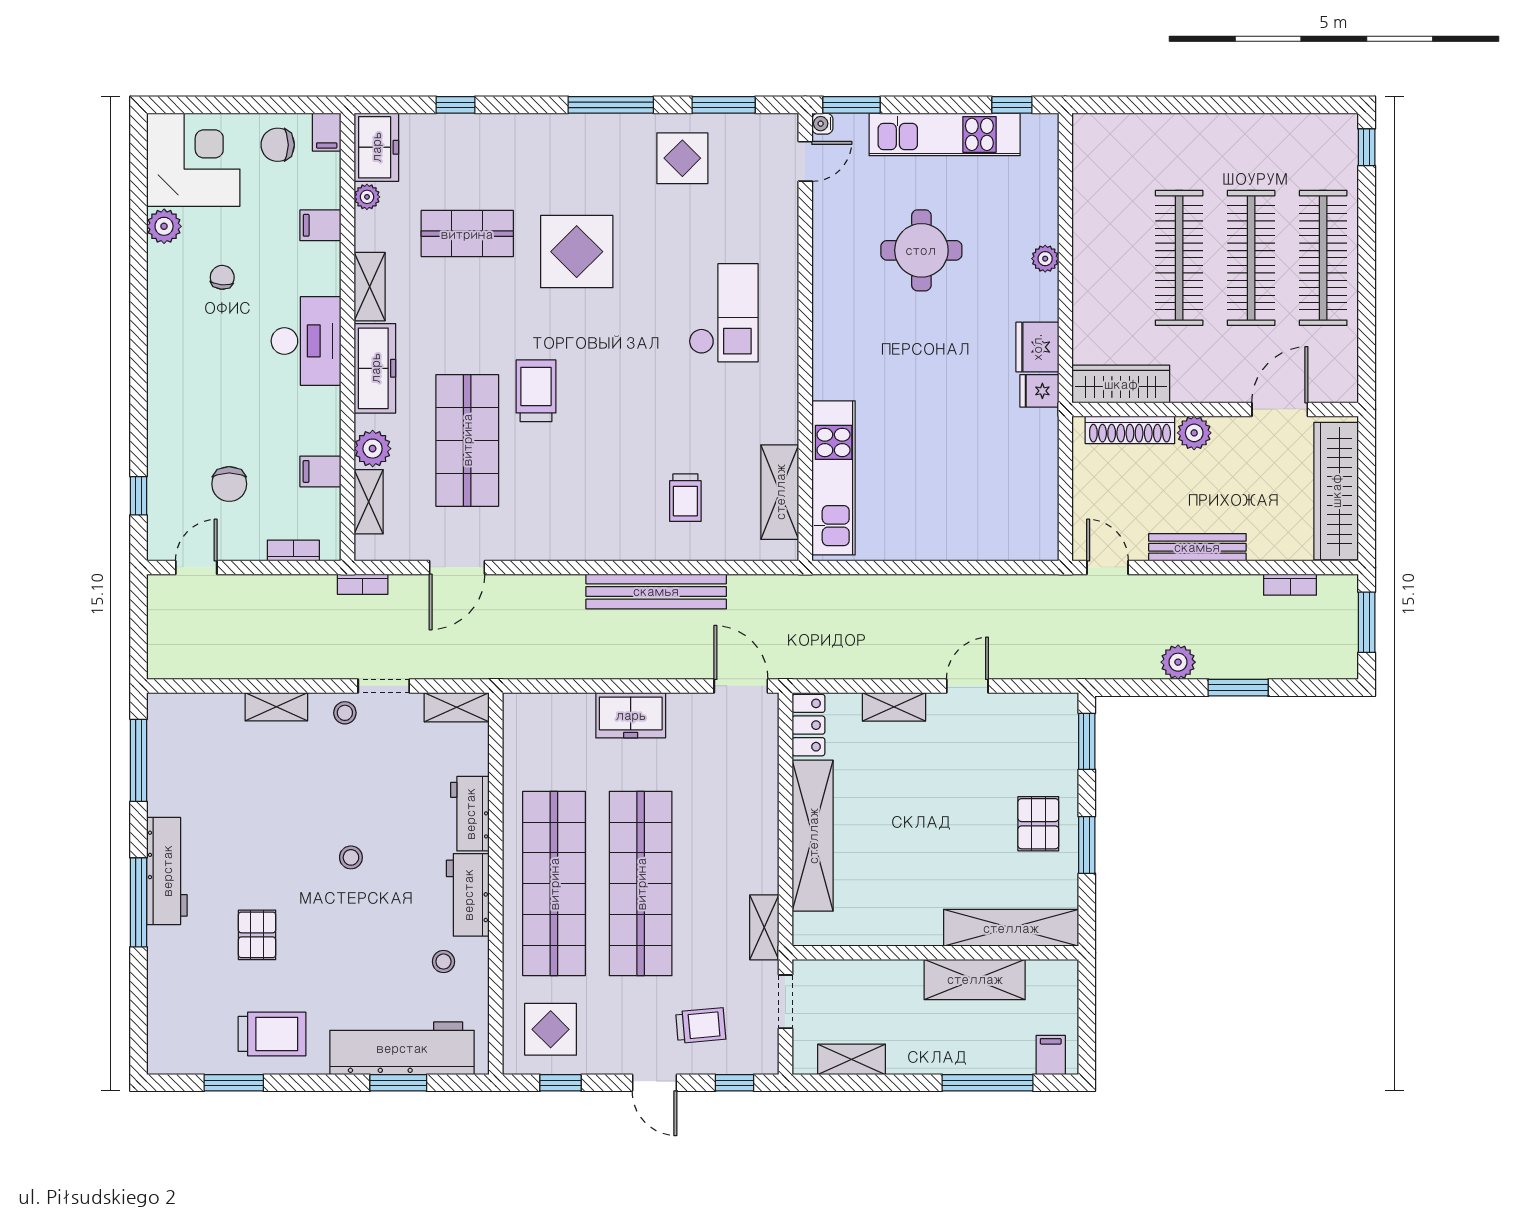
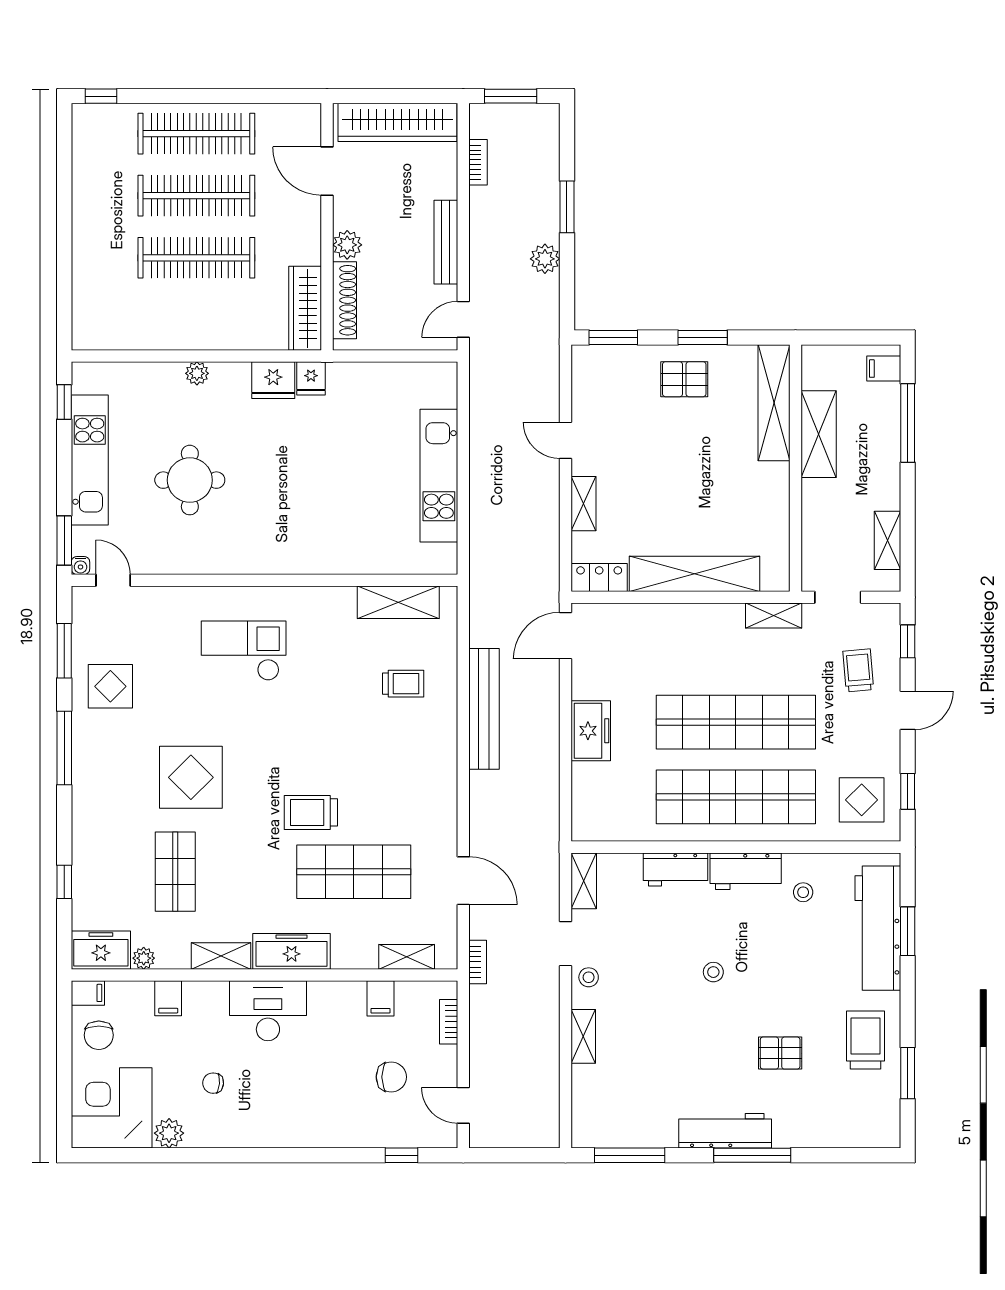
plant: (373, 449) -> (361, 953), removed
kitchen unit: (834, 478) -> (439, 476), moved, turned -90

